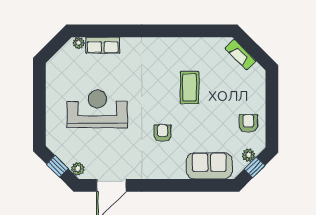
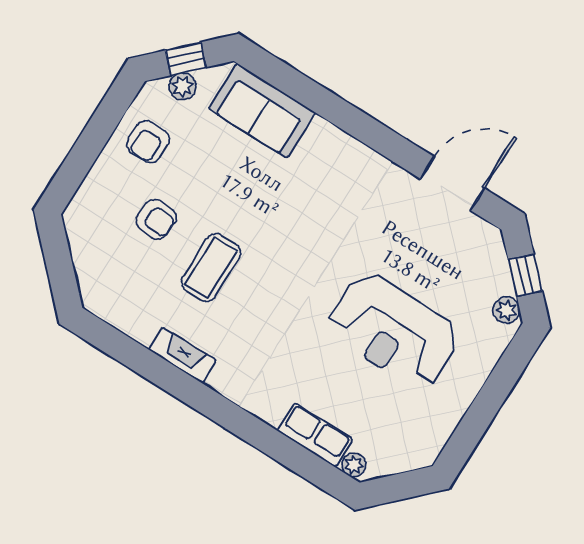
fireplace: (240, 55) -> (182, 355), moved, turned -45
armchair: (162, 133) -> (156, 219), moved, turned -86
plant: (78, 169) -> (506, 310), moved

